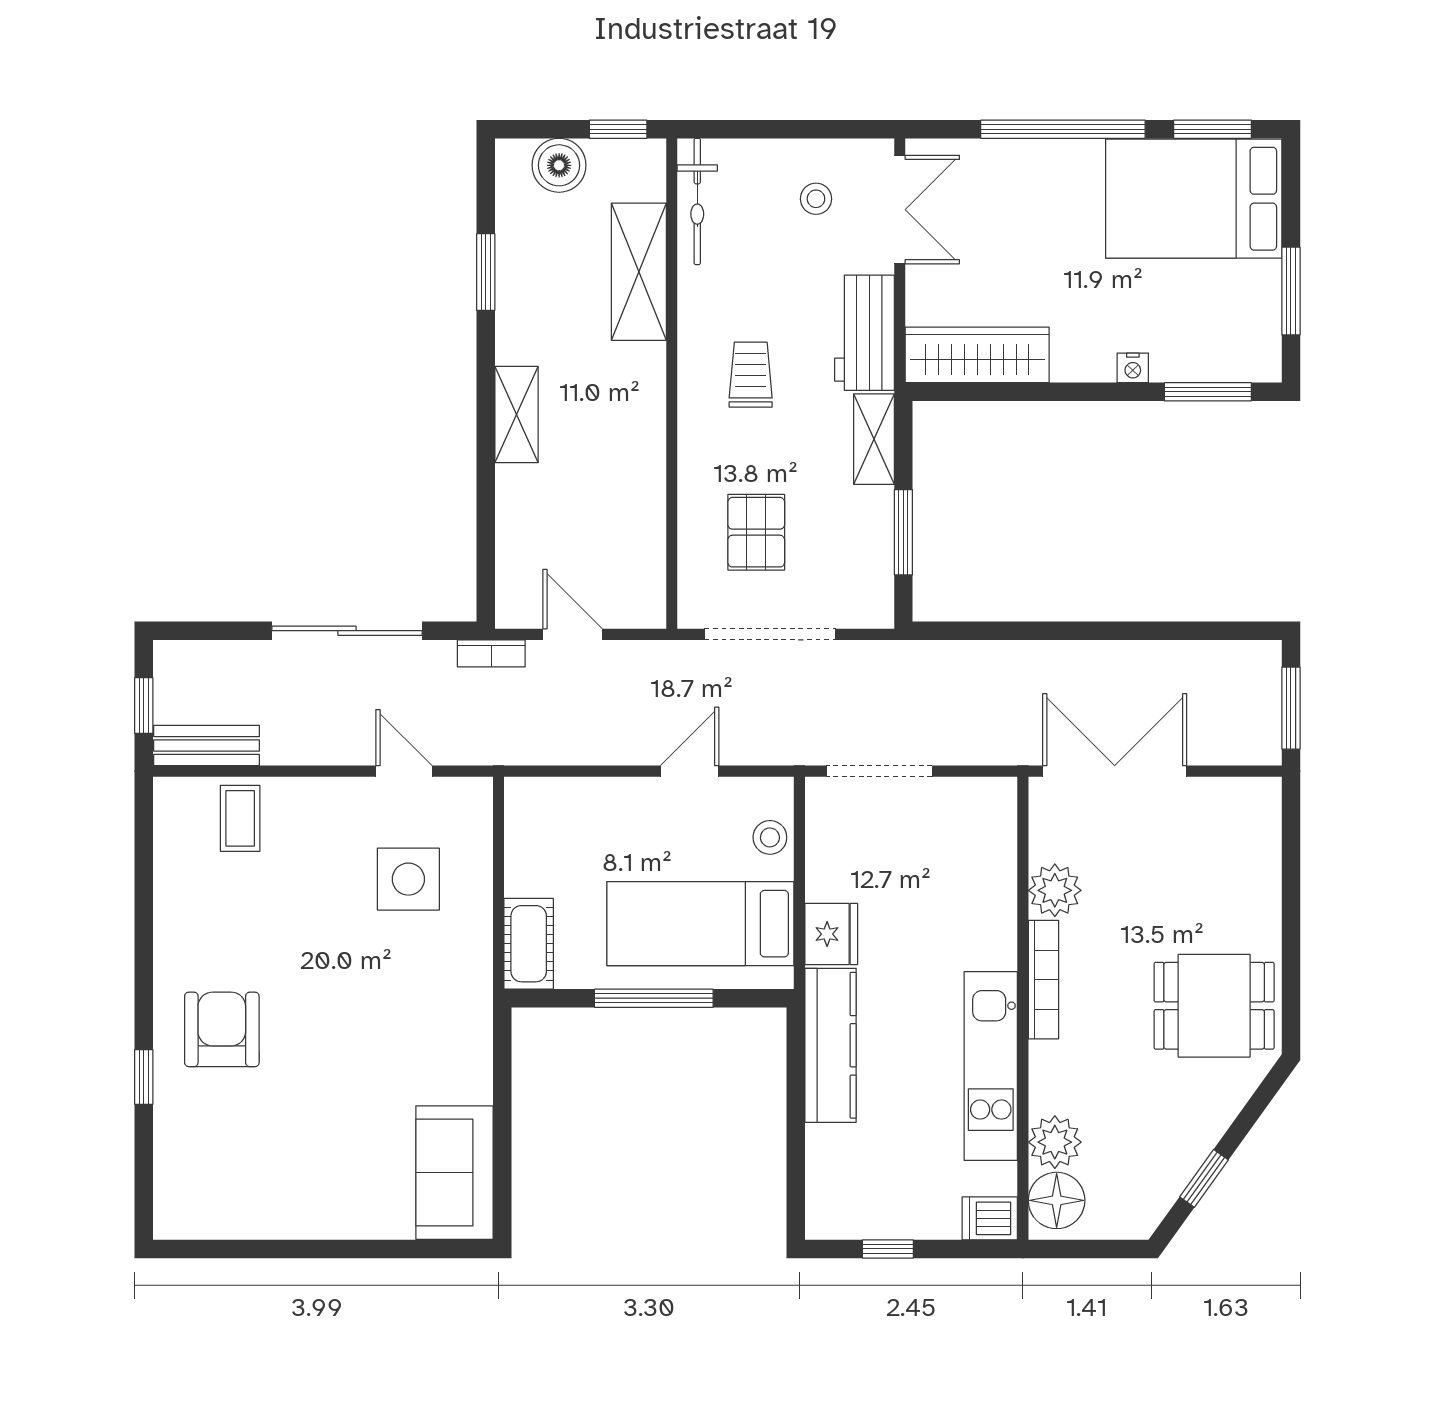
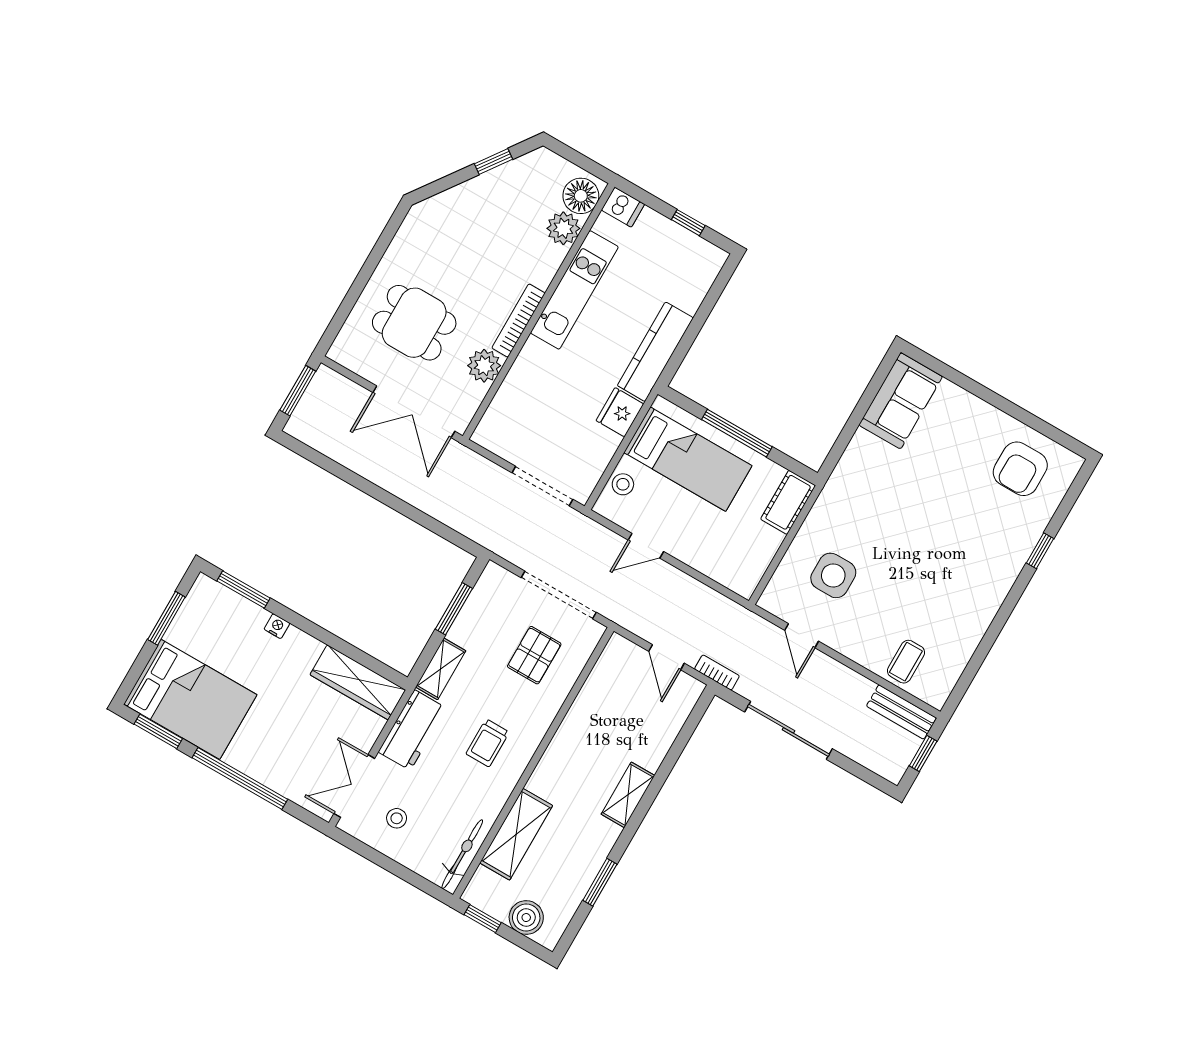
dining table: (1214, 1006) -> (414, 323), moved
armchair: (222, 1029) -> (1020, 469), moved

